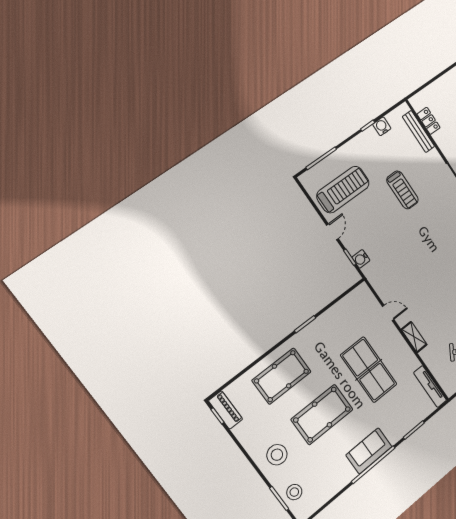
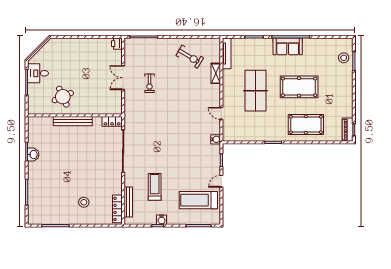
locker: (429, 121) -> (117, 209), width x1.53
water cooler: (382, 126) -> (162, 220), moved
treadmill: (402, 190) -> (155, 187), moved
water cooler: (361, 259) -> (216, 139), moved
shelving: (414, 337) -> (216, 73), moved
stool: (277, 455) -> (338, 85), removed

